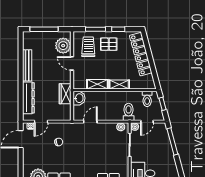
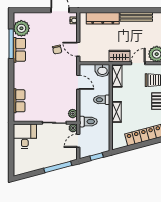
shelving: (97, 84) -> (117, 76), moved
wardrobe: (65, 94) -> (120, 56), moved
toilet: (147, 99) -> (102, 100), moved
door: (41, 122) -> (78, 49), moved
door: (147, 122) -> (78, 141), hinge flipped

